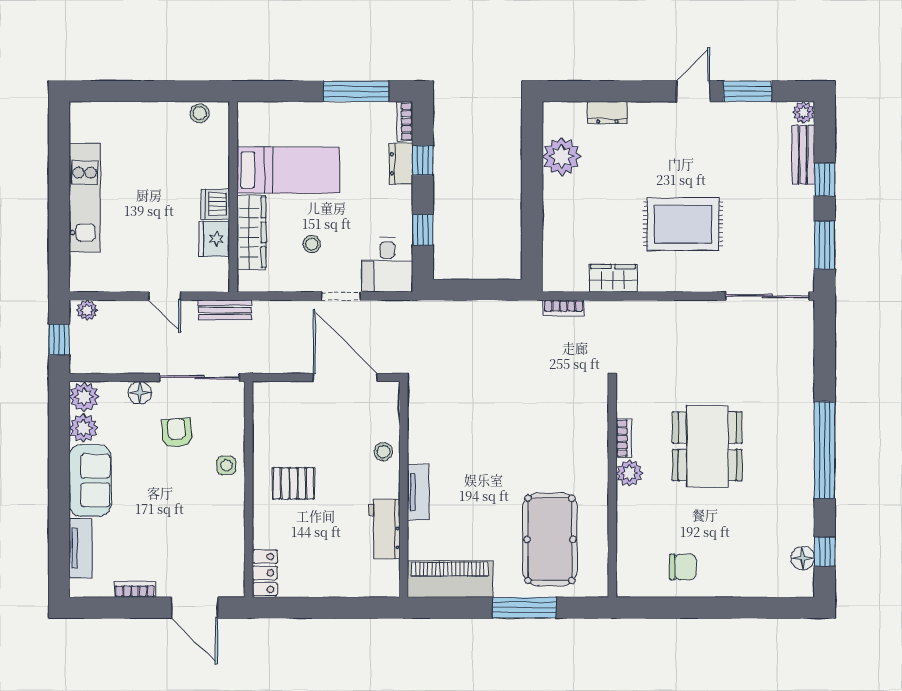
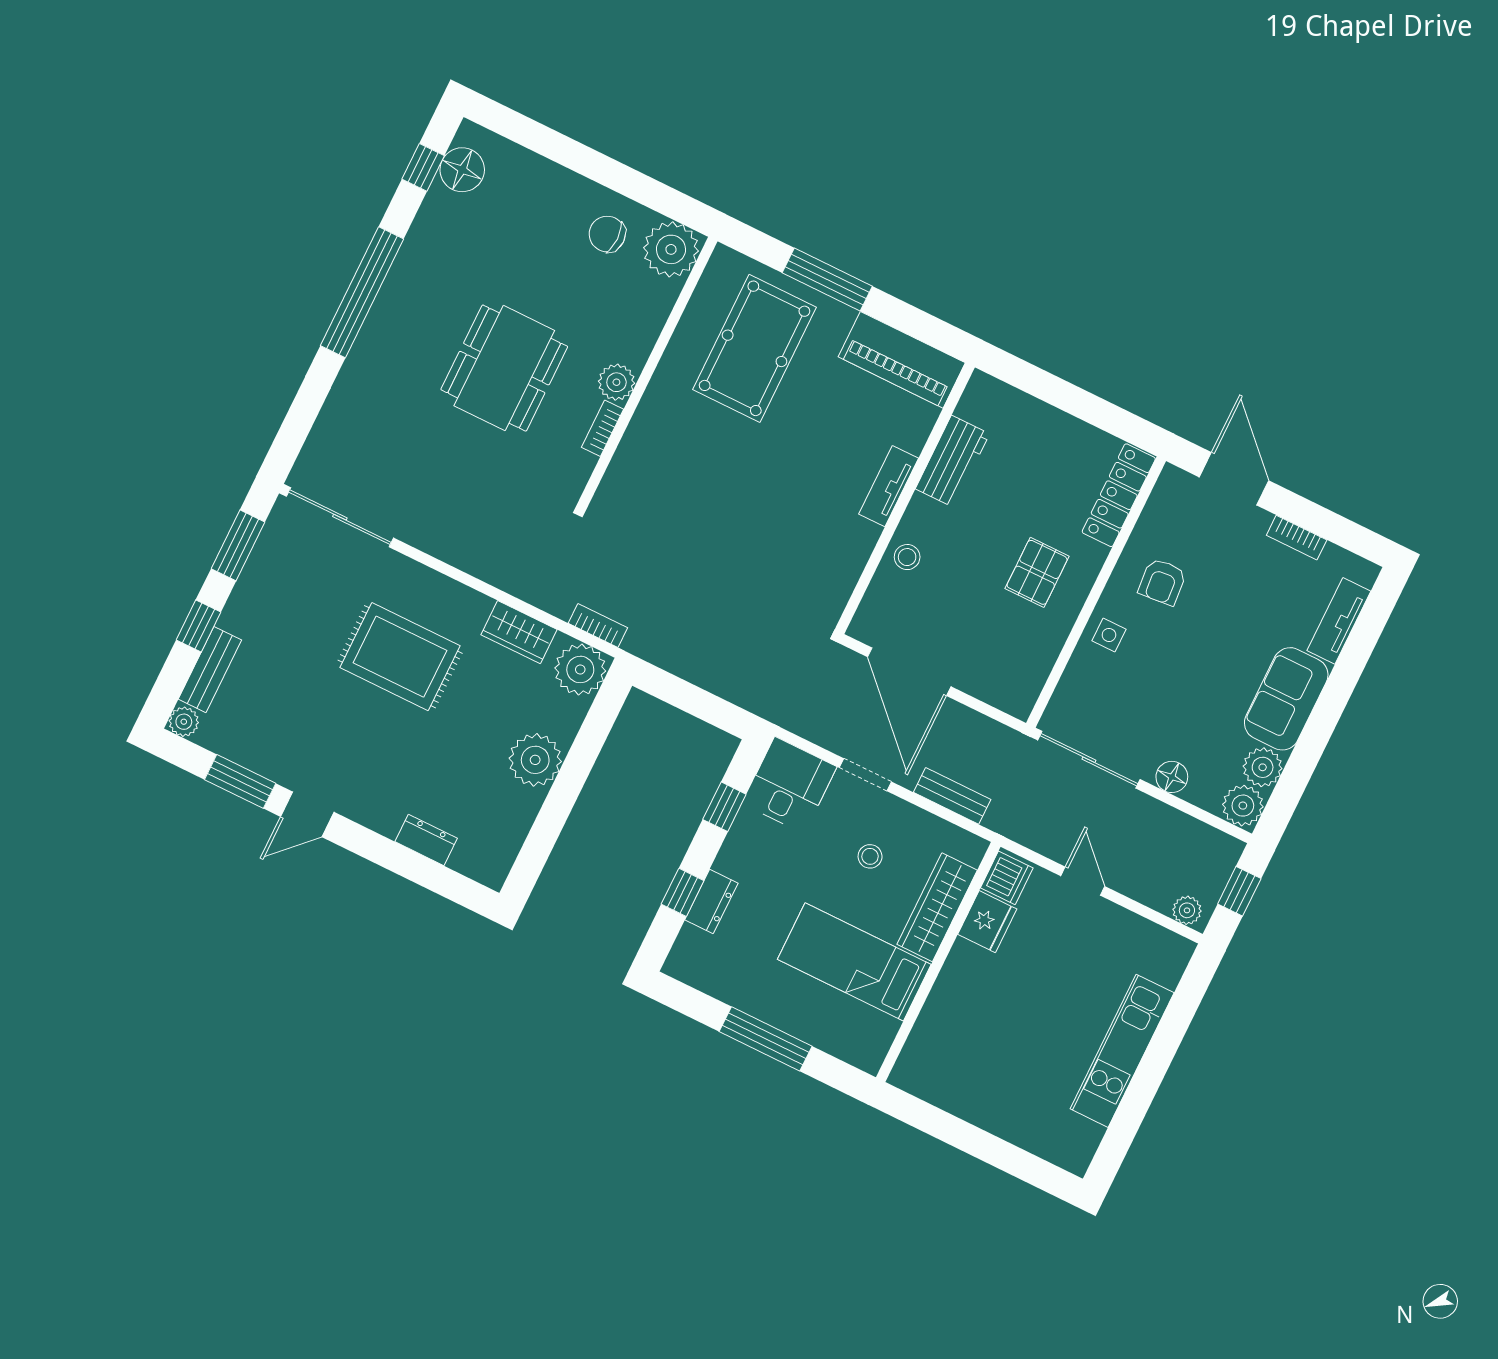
window: (356, 91) -> (766, 1039), moved
stool: (200, 113) -> (929, 1085), removed
bookcase: (405, 121) -> (681, 952), removed
plant: (562, 157) -> (535, 760), moved
dishwasher: (215, 204) -> (1007, 878), moved
plant: (561, 273) -> (580, 669), added
bench: (225, 310) -> (952, 796), moved
armchair: (177, 433) -> (1162, 582), moved
pallet: (293, 483) -> (1037, 572), turned 90
floor lamp: (803, 558) -> (462, 170), width x1.38, depth x1.38
locker: (265, 573) -> (1119, 495), width x1.53
plant: (636, 577) -> (671, 249), added

